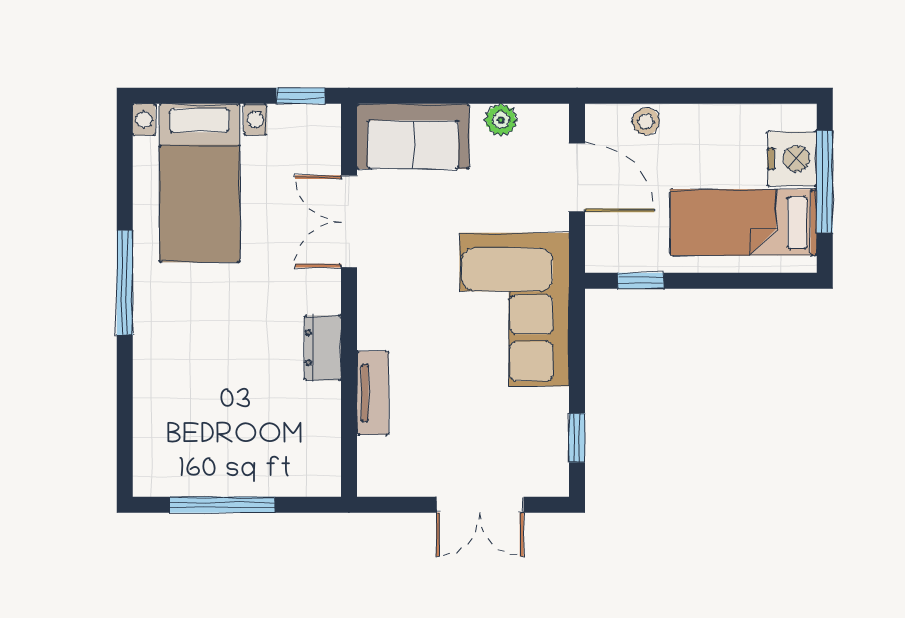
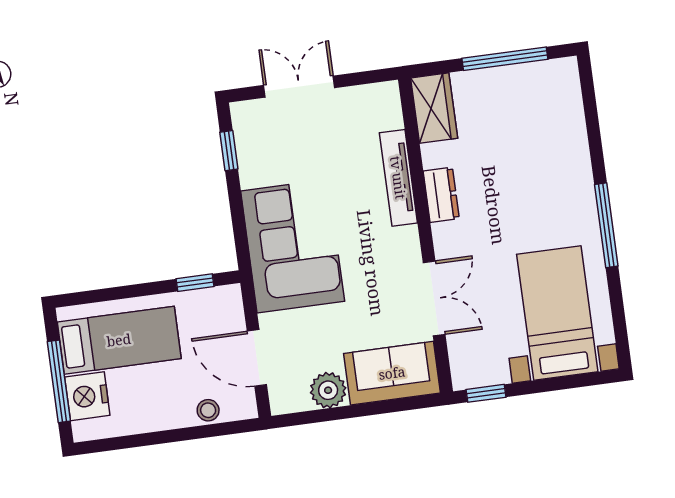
plant: (501, 120) -> (328, 390), width x1.38, depth x1.38
tv unit: (373, 393) -> (398, 178), width x1.41
wardrobe: (317, 456) -> (434, 108), added

